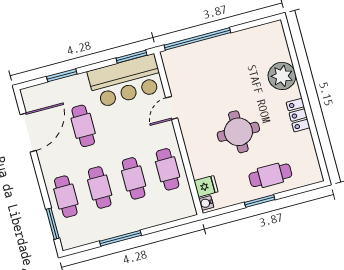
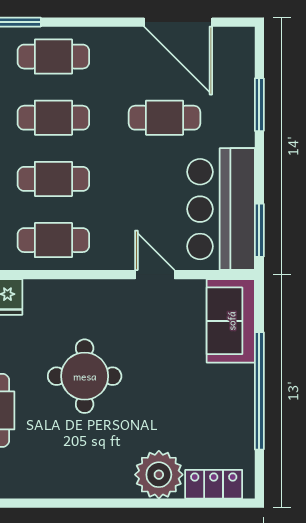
window: (197, 39) -> (259, 391), moved
sofa: (186, 59) -> (231, 321), added
locker: (298, 115) -> (214, 484), moved

